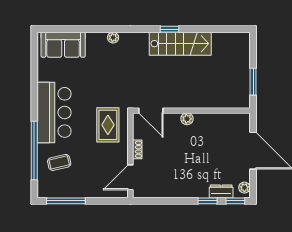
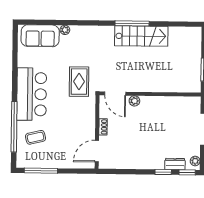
window: (169, 29) -> (132, 23), width x2.17
plant: (113, 38) -> (65, 30), moved
plant: (187, 119) -> (134, 101), moved
rug: (108, 125) -> (79, 82), moved

